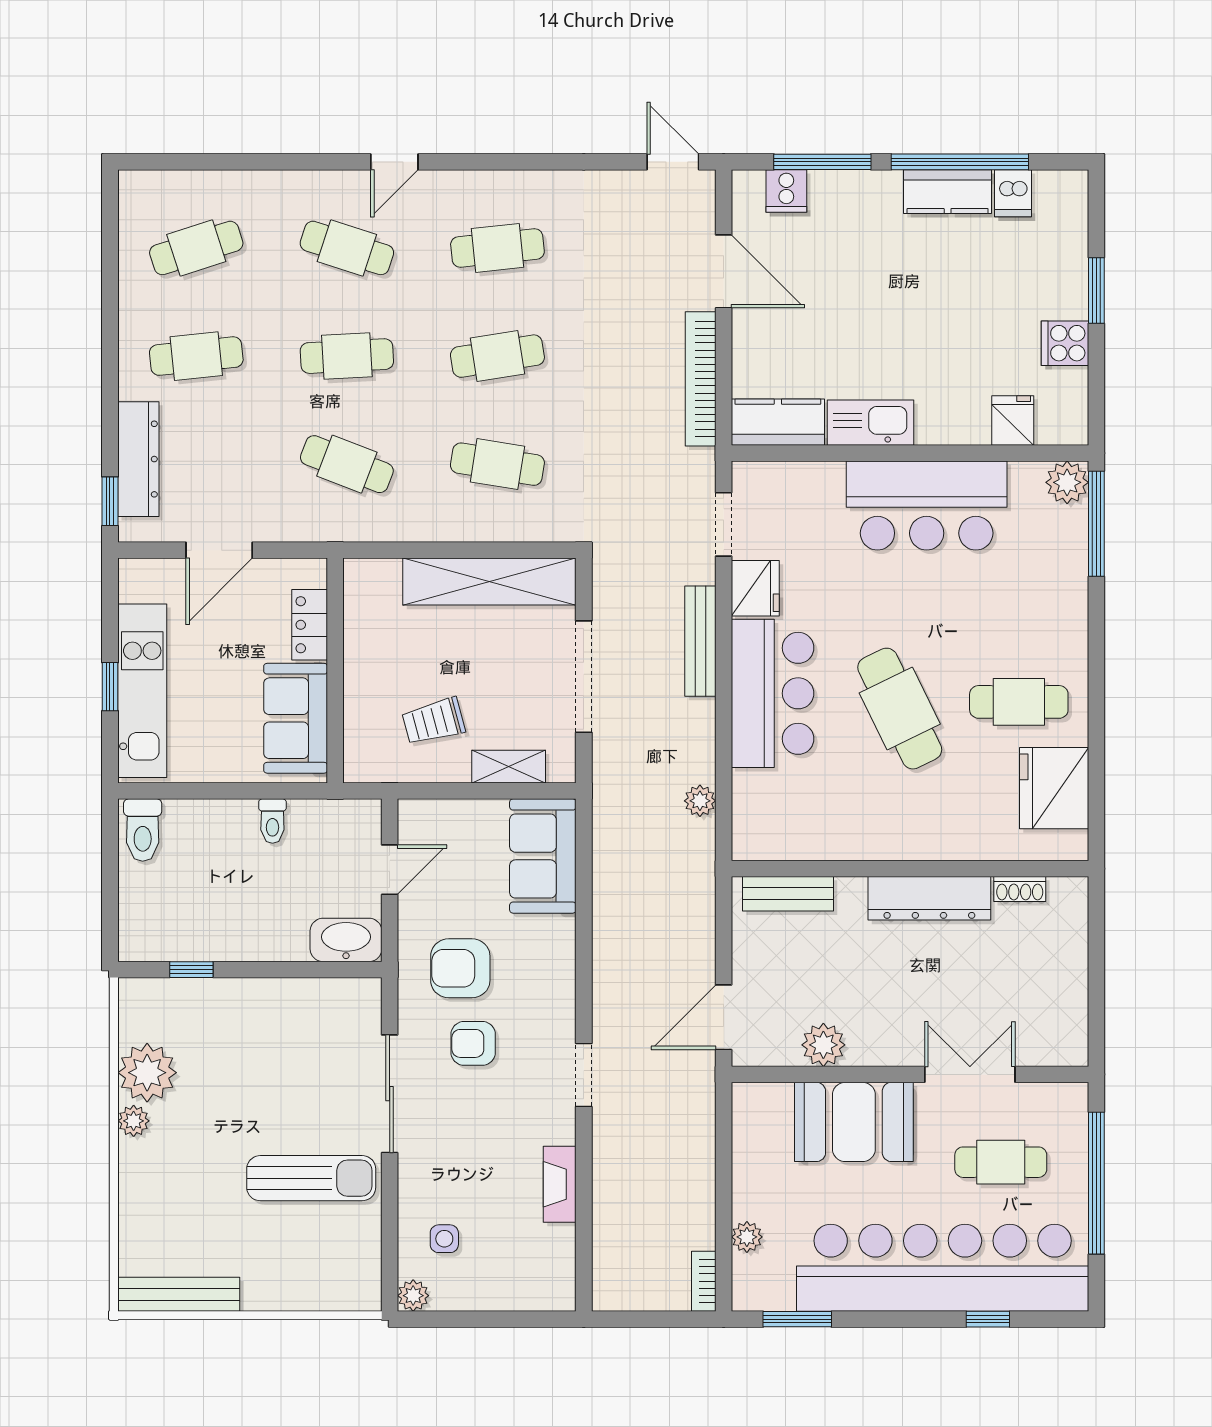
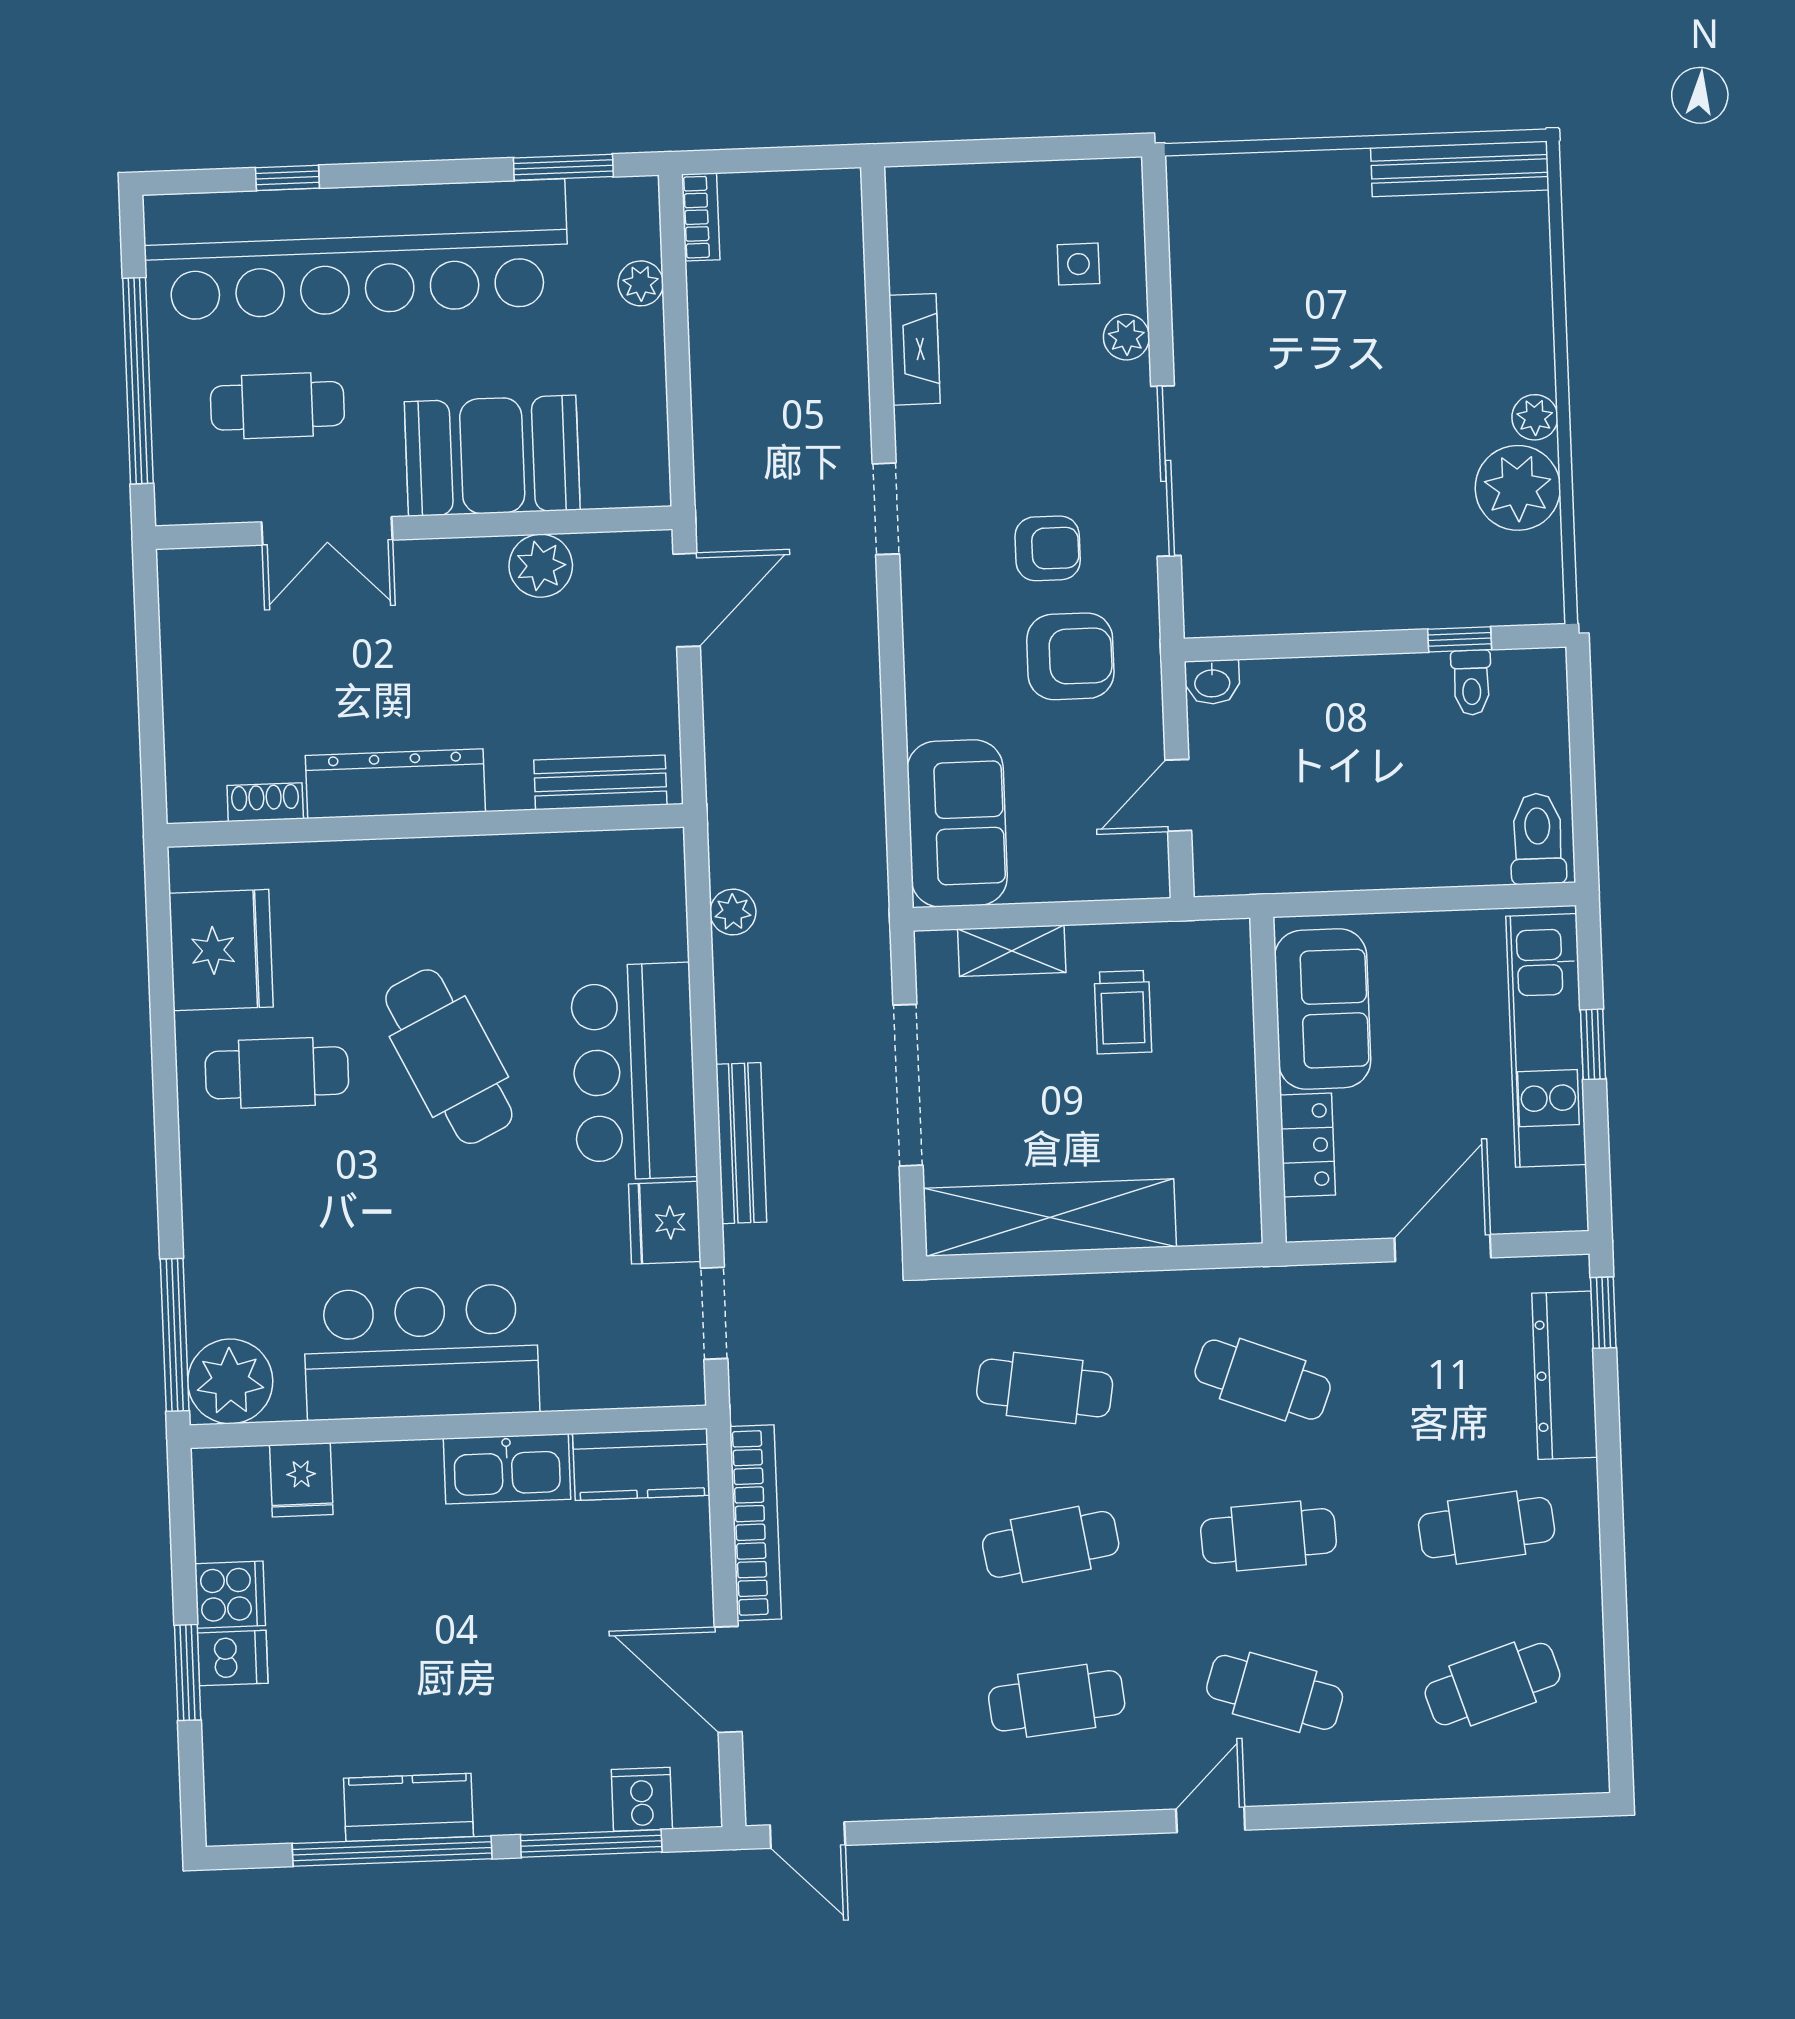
dishwasher: (1013, 193) -> (233, 1658), moved, turned 90
plant: (1067, 482) -> (230, 1381), width x1.36, depth x1.36
trolley: (434, 721) -> (1123, 1012), turned 105
toilet: (272, 821) -> (1471, 683), moved, turned 180
washbasin: (346, 940) -> (1212, 682), width x0.52, depth x0.69
sun lounger: (311, 1178) -> (1274, 344), removed
plant: (413, 1296) -> (1126, 337), moved

